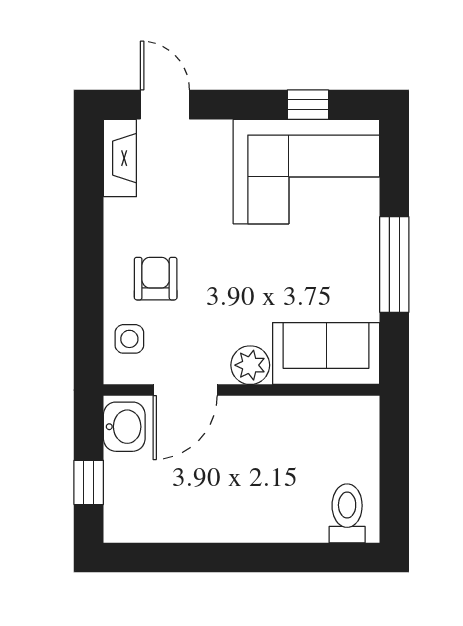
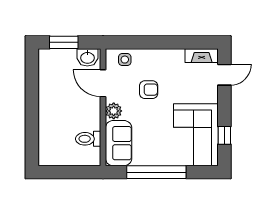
window: (394, 265) -> (156, 172), width x1.46
armchair: (156, 279) -> (149, 90), moved
window: (89, 482) -> (64, 42), width x1.50
toilet: (347, 513) -> (88, 139), moved, turned 180

